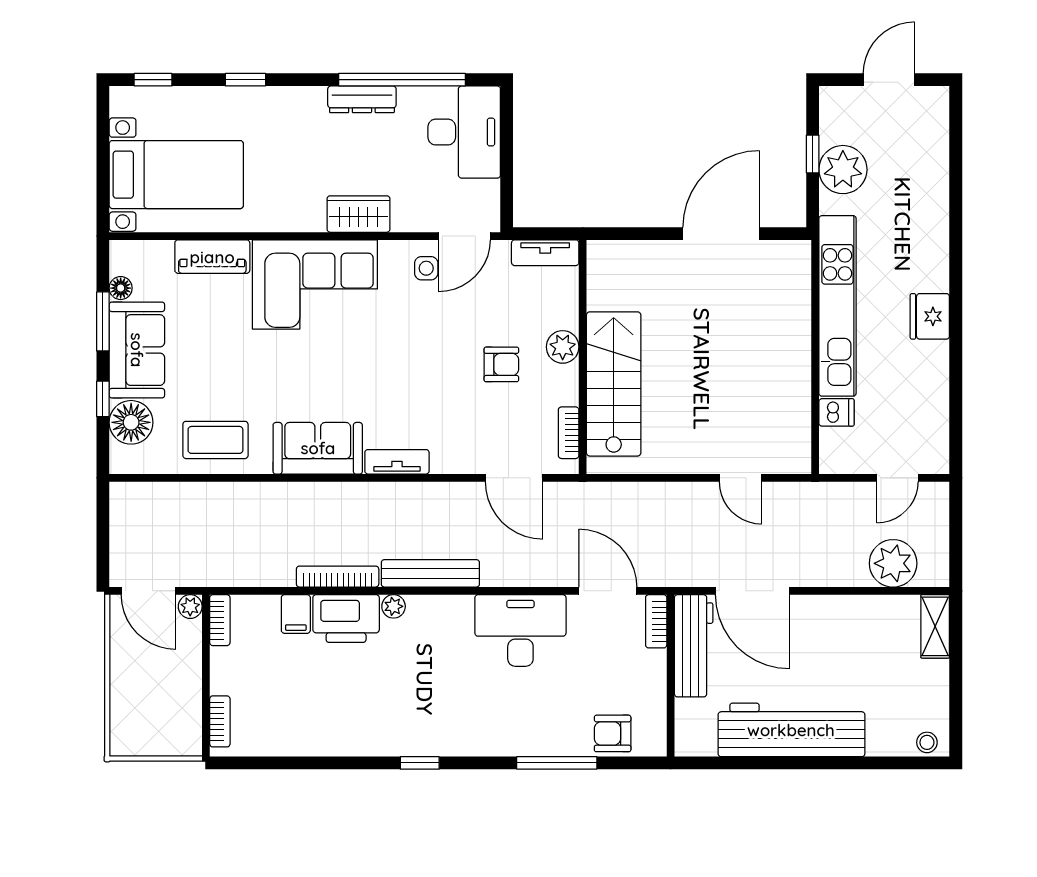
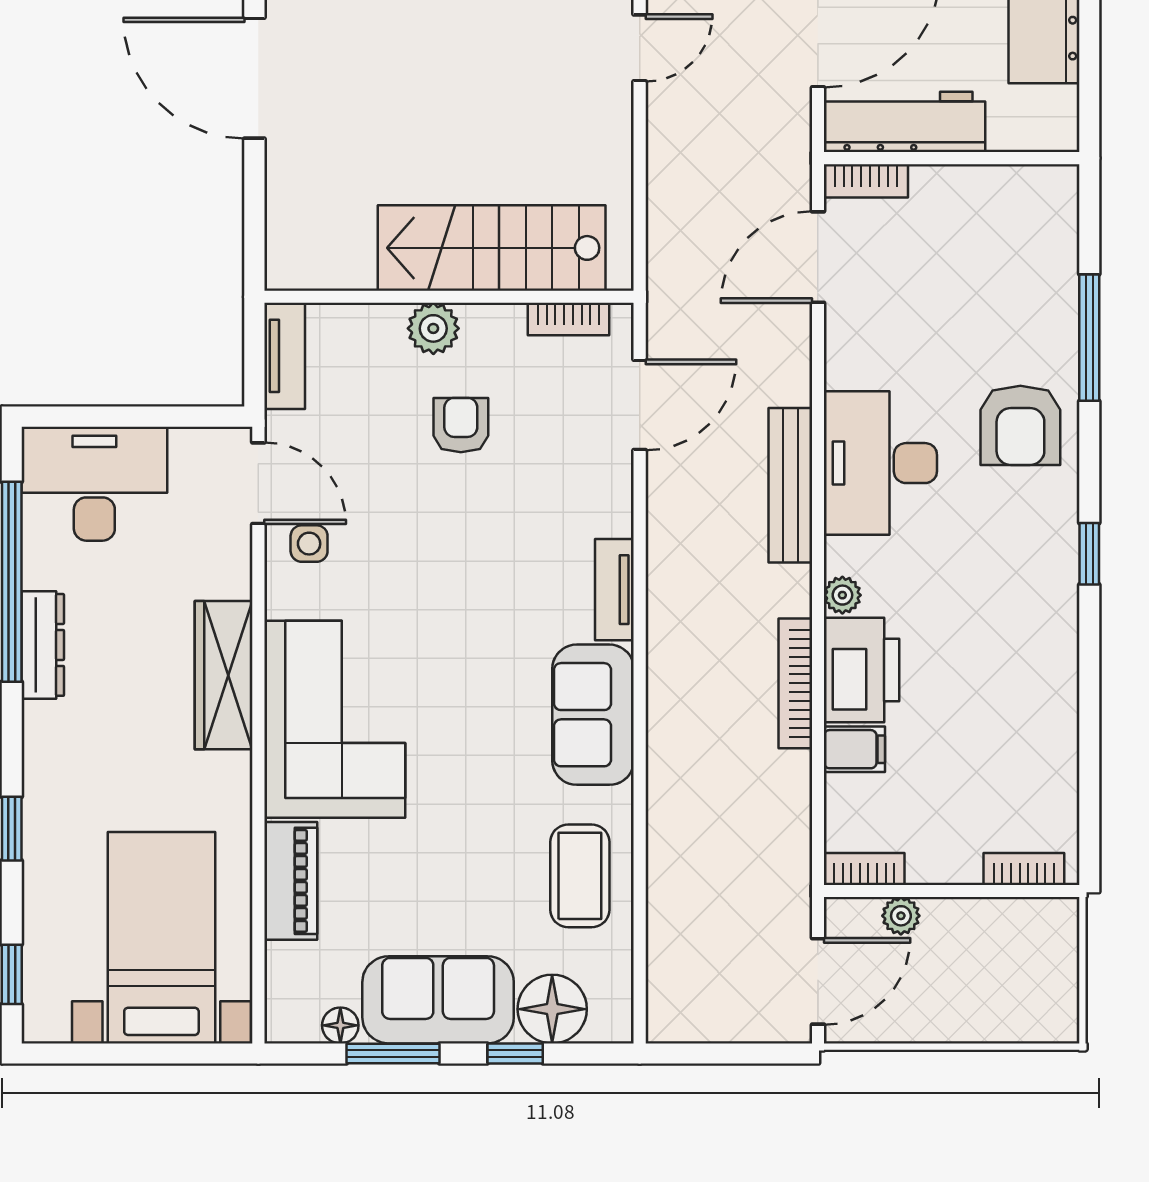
wardrobe: (358, 214) -> (224, 675), width x1.50
bench: (430, 573) -> (790, 485), moved
plant: (190, 607) -> (901, 916), moved
desk: (520, 630) -> (880, 463), moved
armchair: (613, 733) -> (1020, 425), moved, width x1.38, depth x1.38

